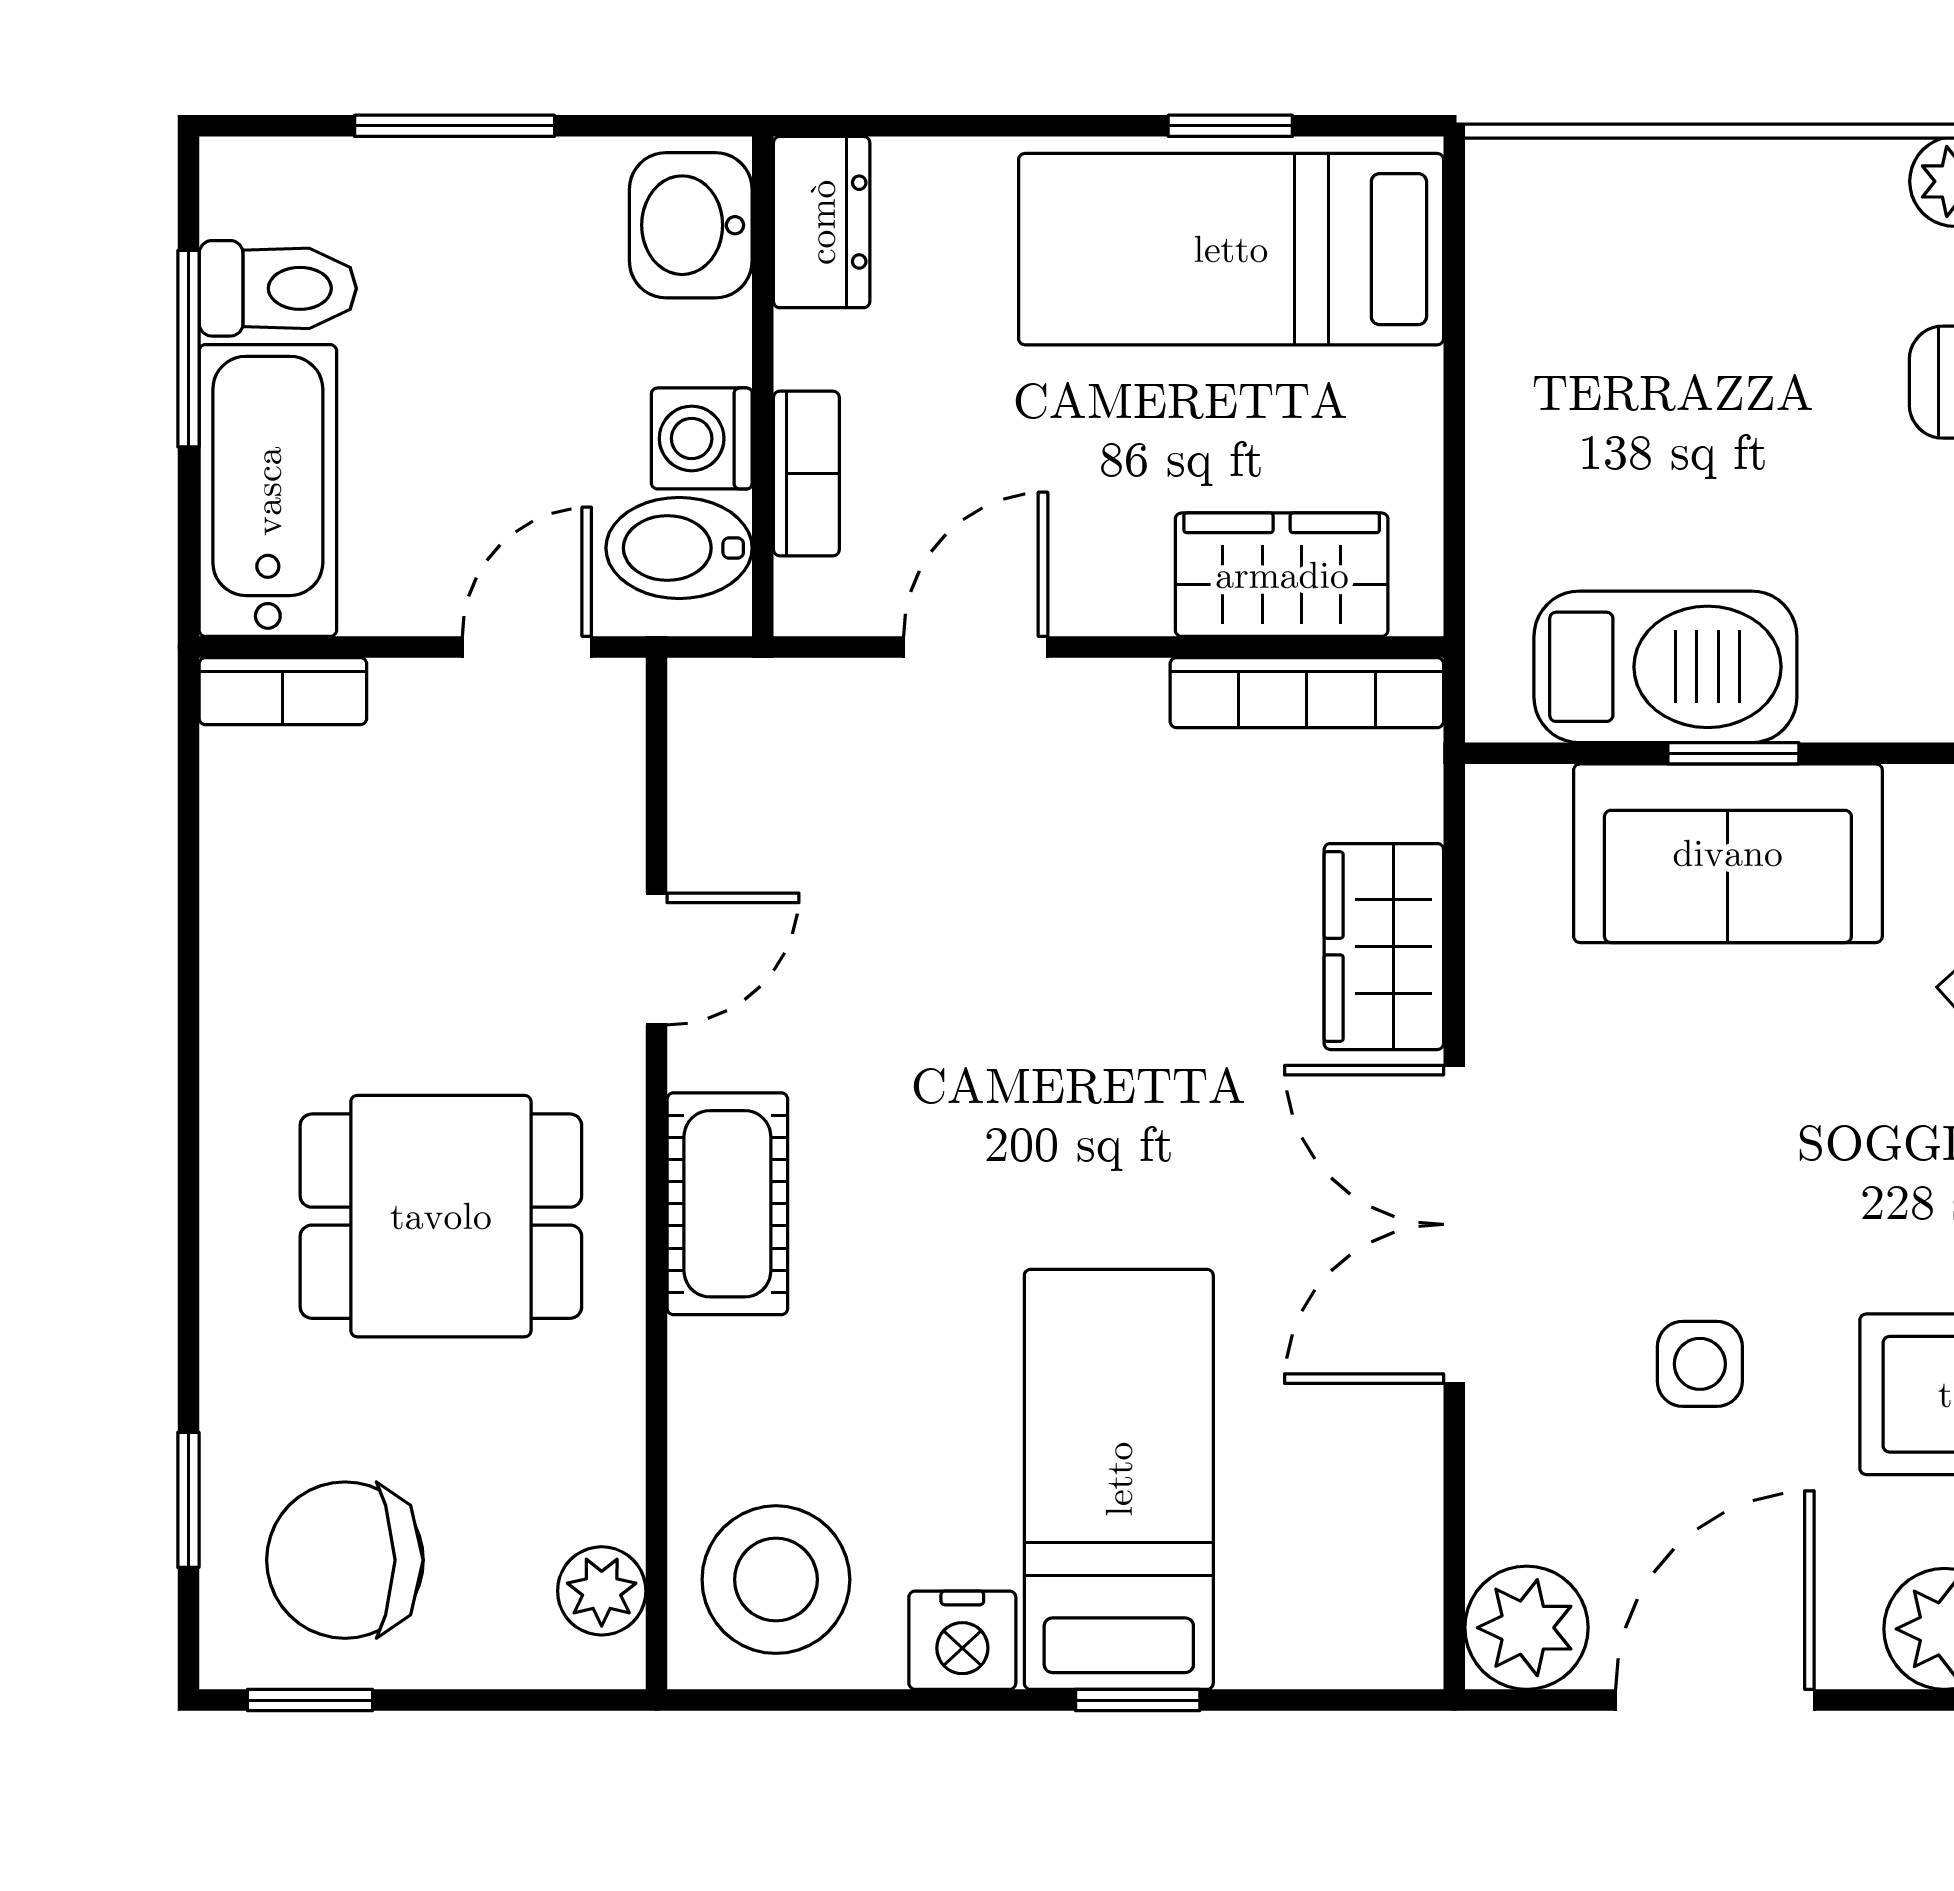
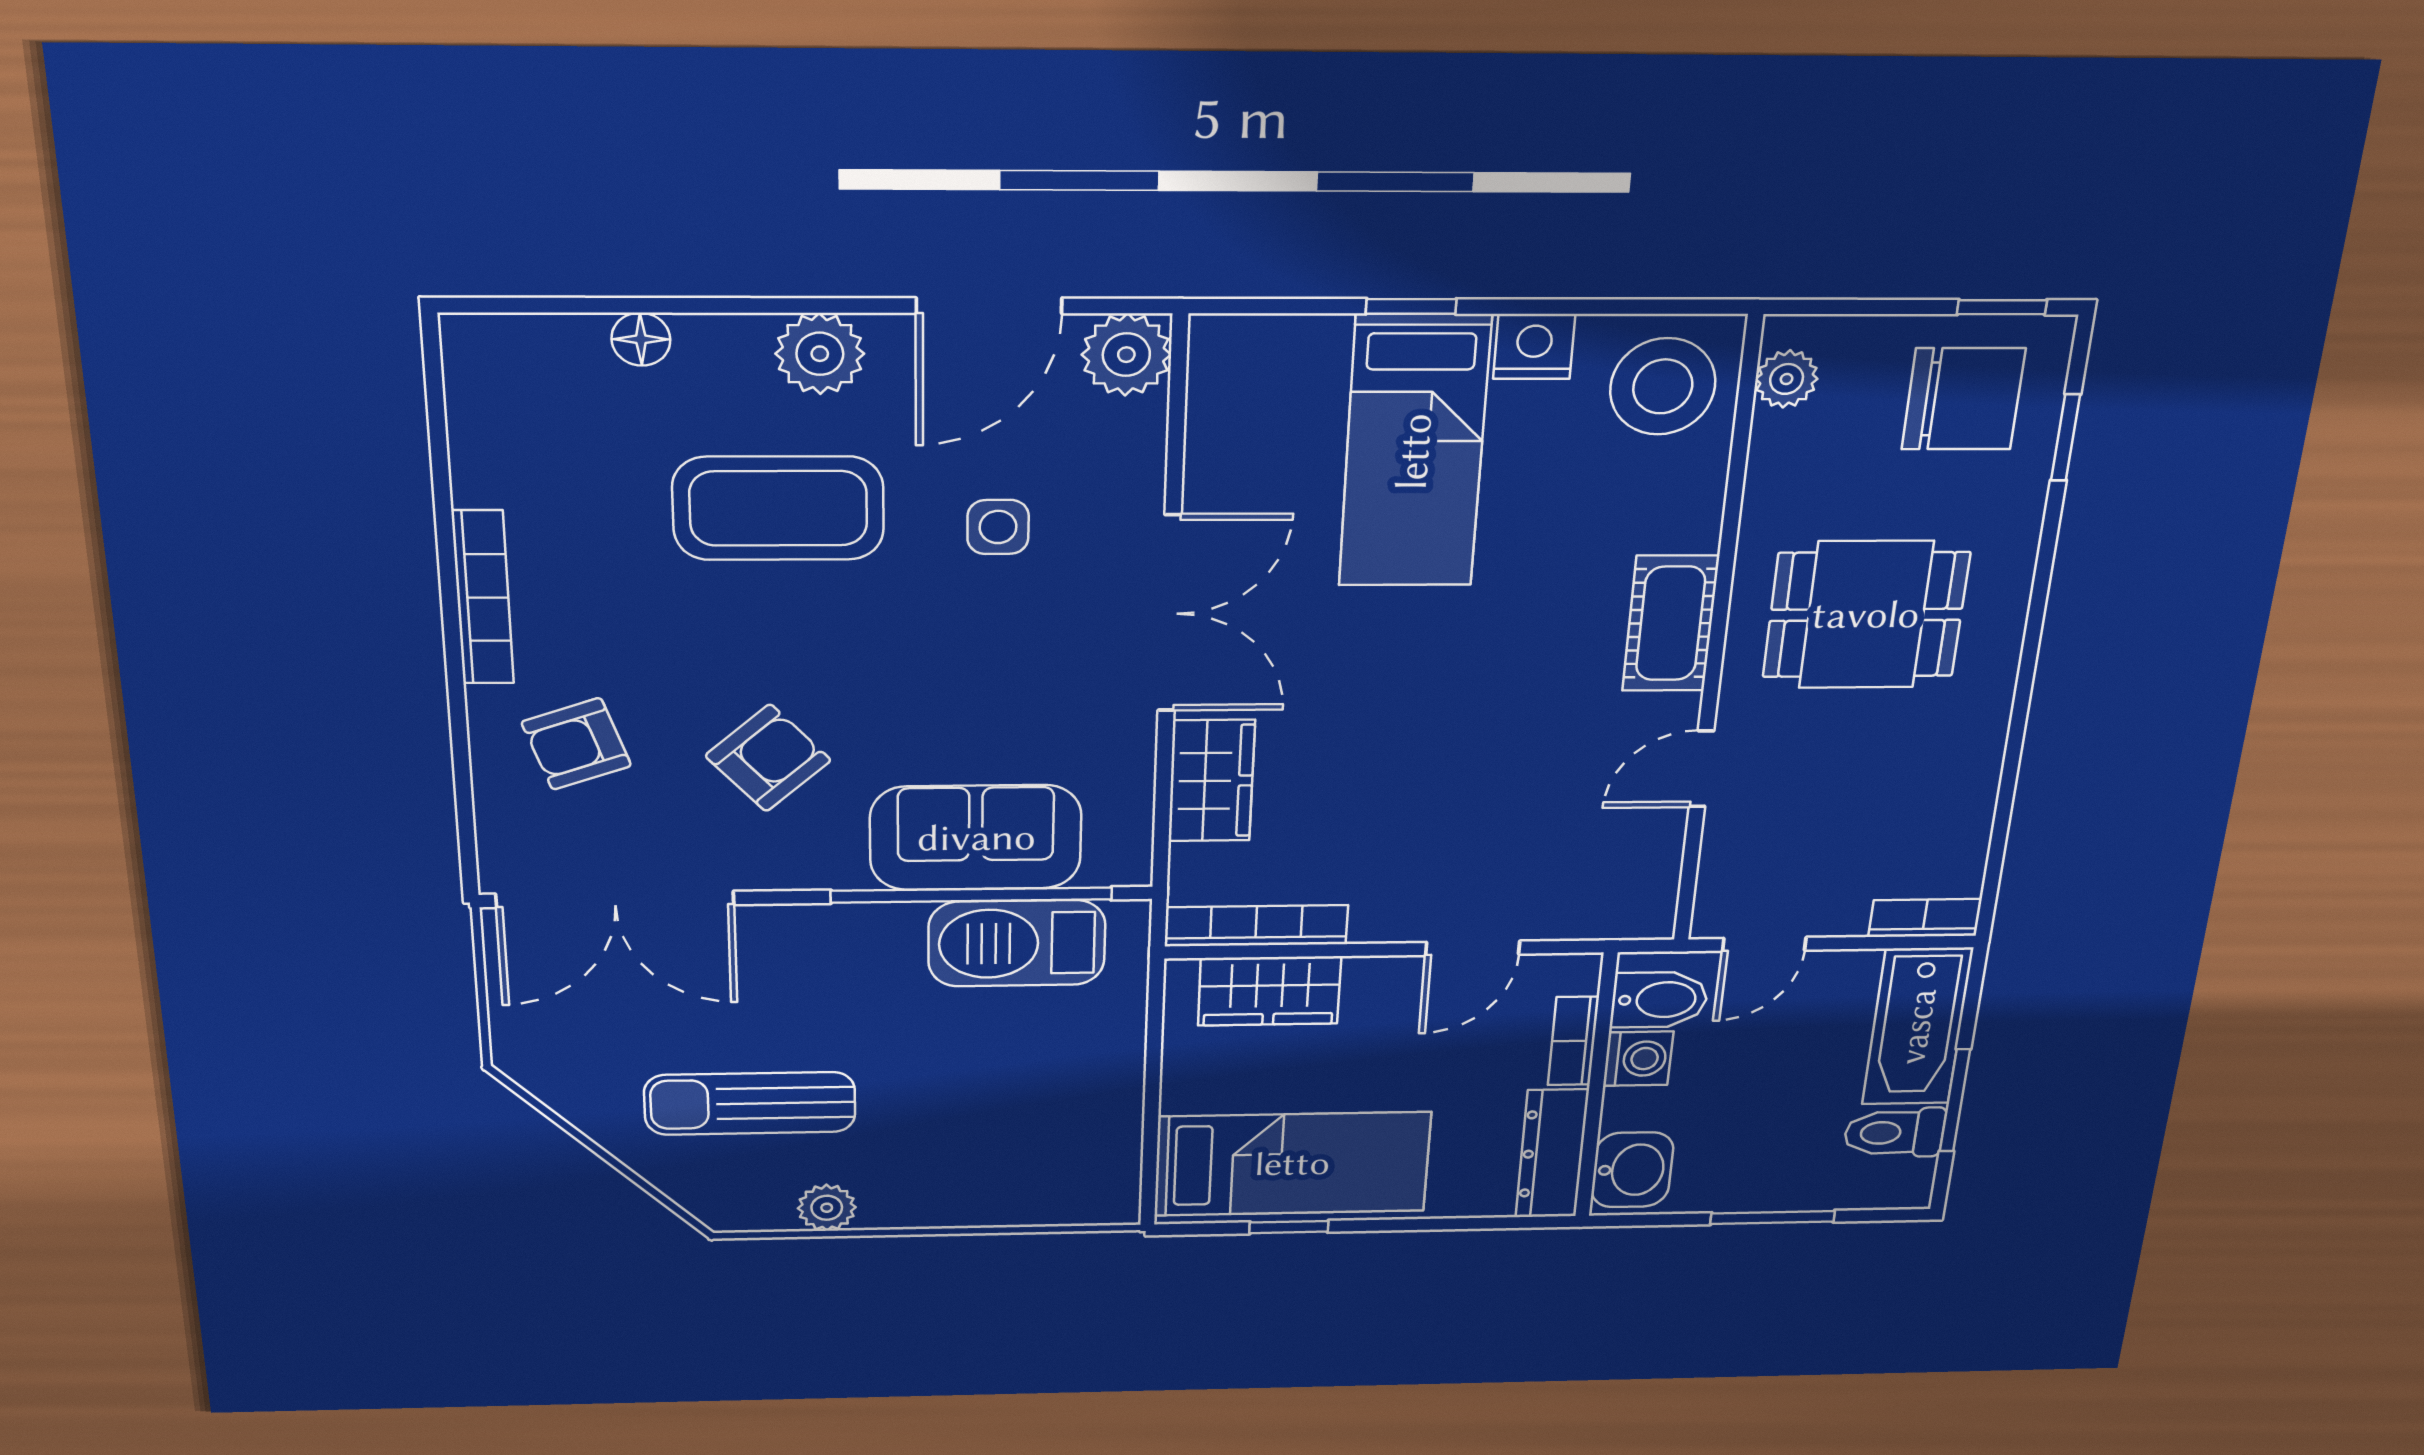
dresser: (822, 222) -> (1552, 1154), width x1.44
window: (1733, 753) -> (972, 895), width x3.17

